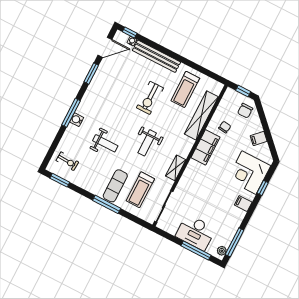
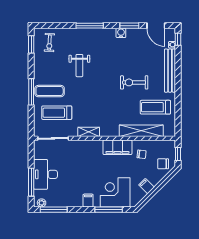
water cooler: (77, 120) -> (121, 33), moved
weight bench: (147, 143) -> (97, 99), removed
window: (263, 188) -> (109, 210), width x2.17

